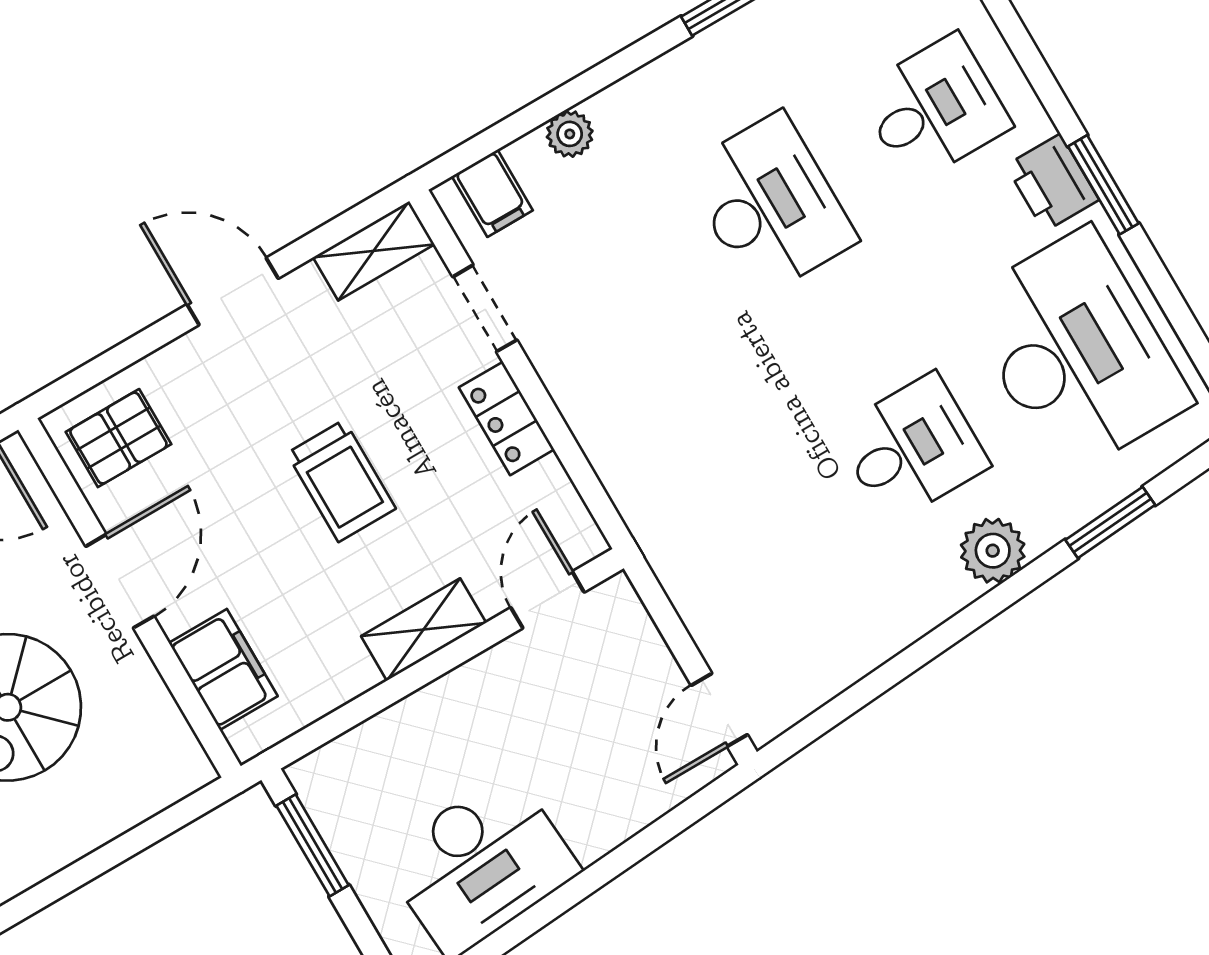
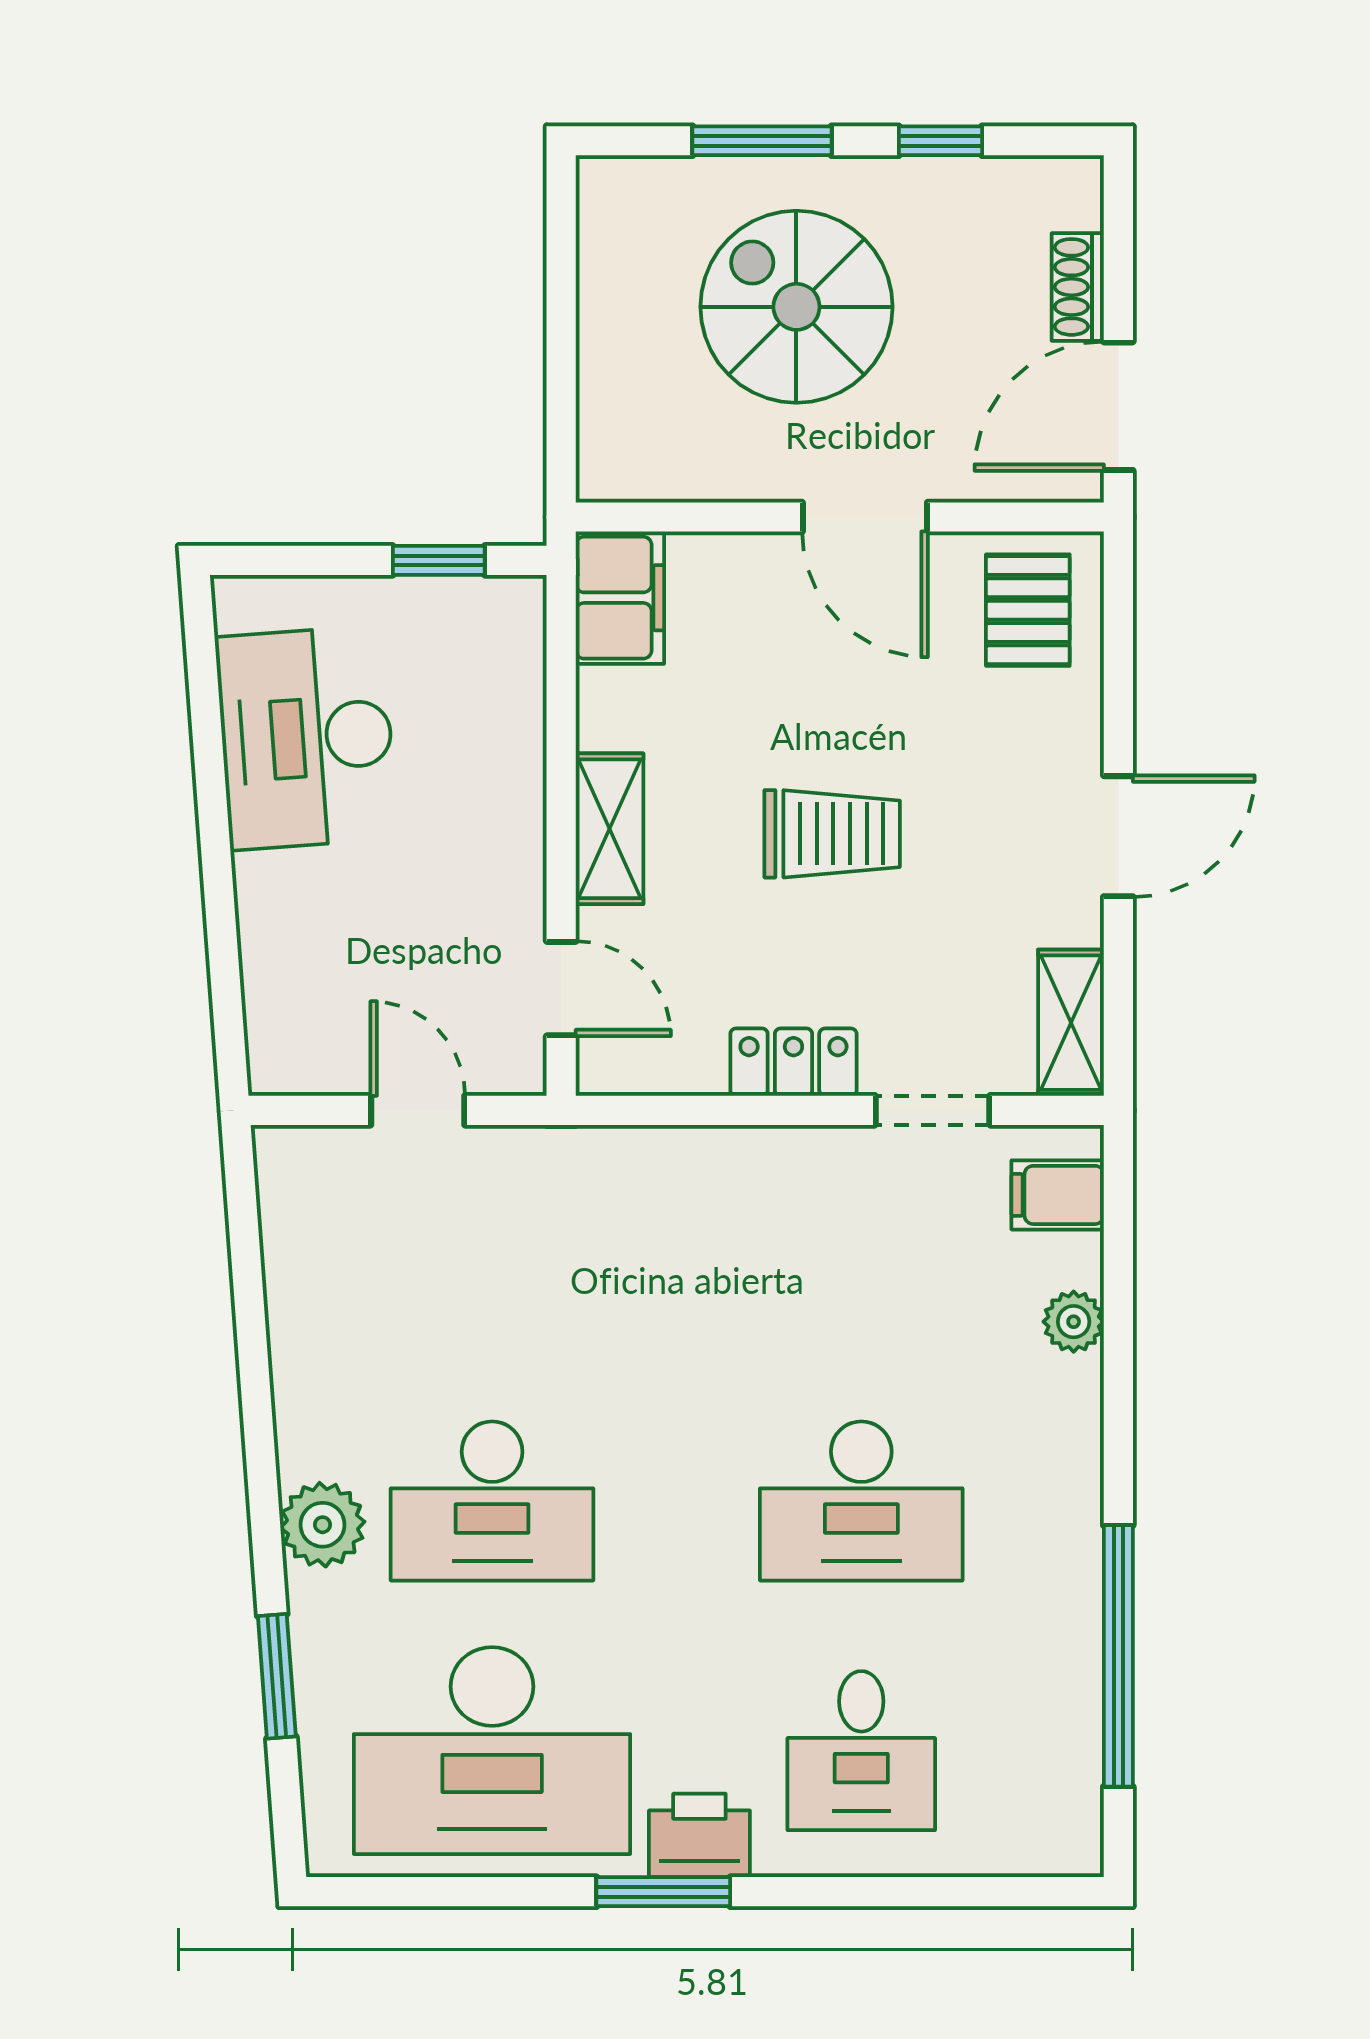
desk: (912, 448) -> (492, 1501), width x1.37
trolley: (341, 481) -> (832, 834), turned 180
filing cabinet: (223, 669) -> (620, 598), moved, turned -90
door: (719, 710) -> (418, 1110), moved
window: (313, 845) -> (439, 560), width x0.67

